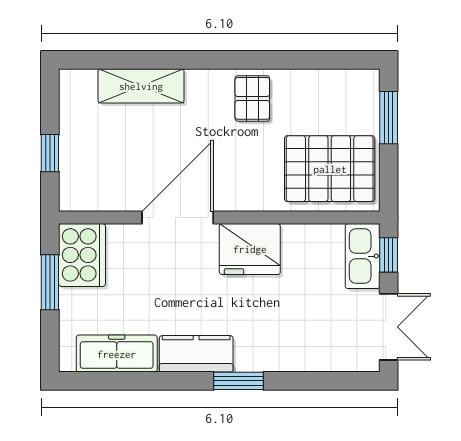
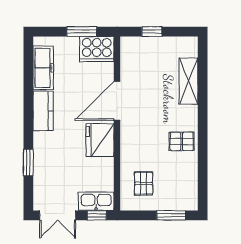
pallet: (330, 169) -> (144, 183), width x0.49, depth x0.50
door: (178, 218) -> (117, 101), swing flipped
window: (238, 381) -> (28, 163), moved

